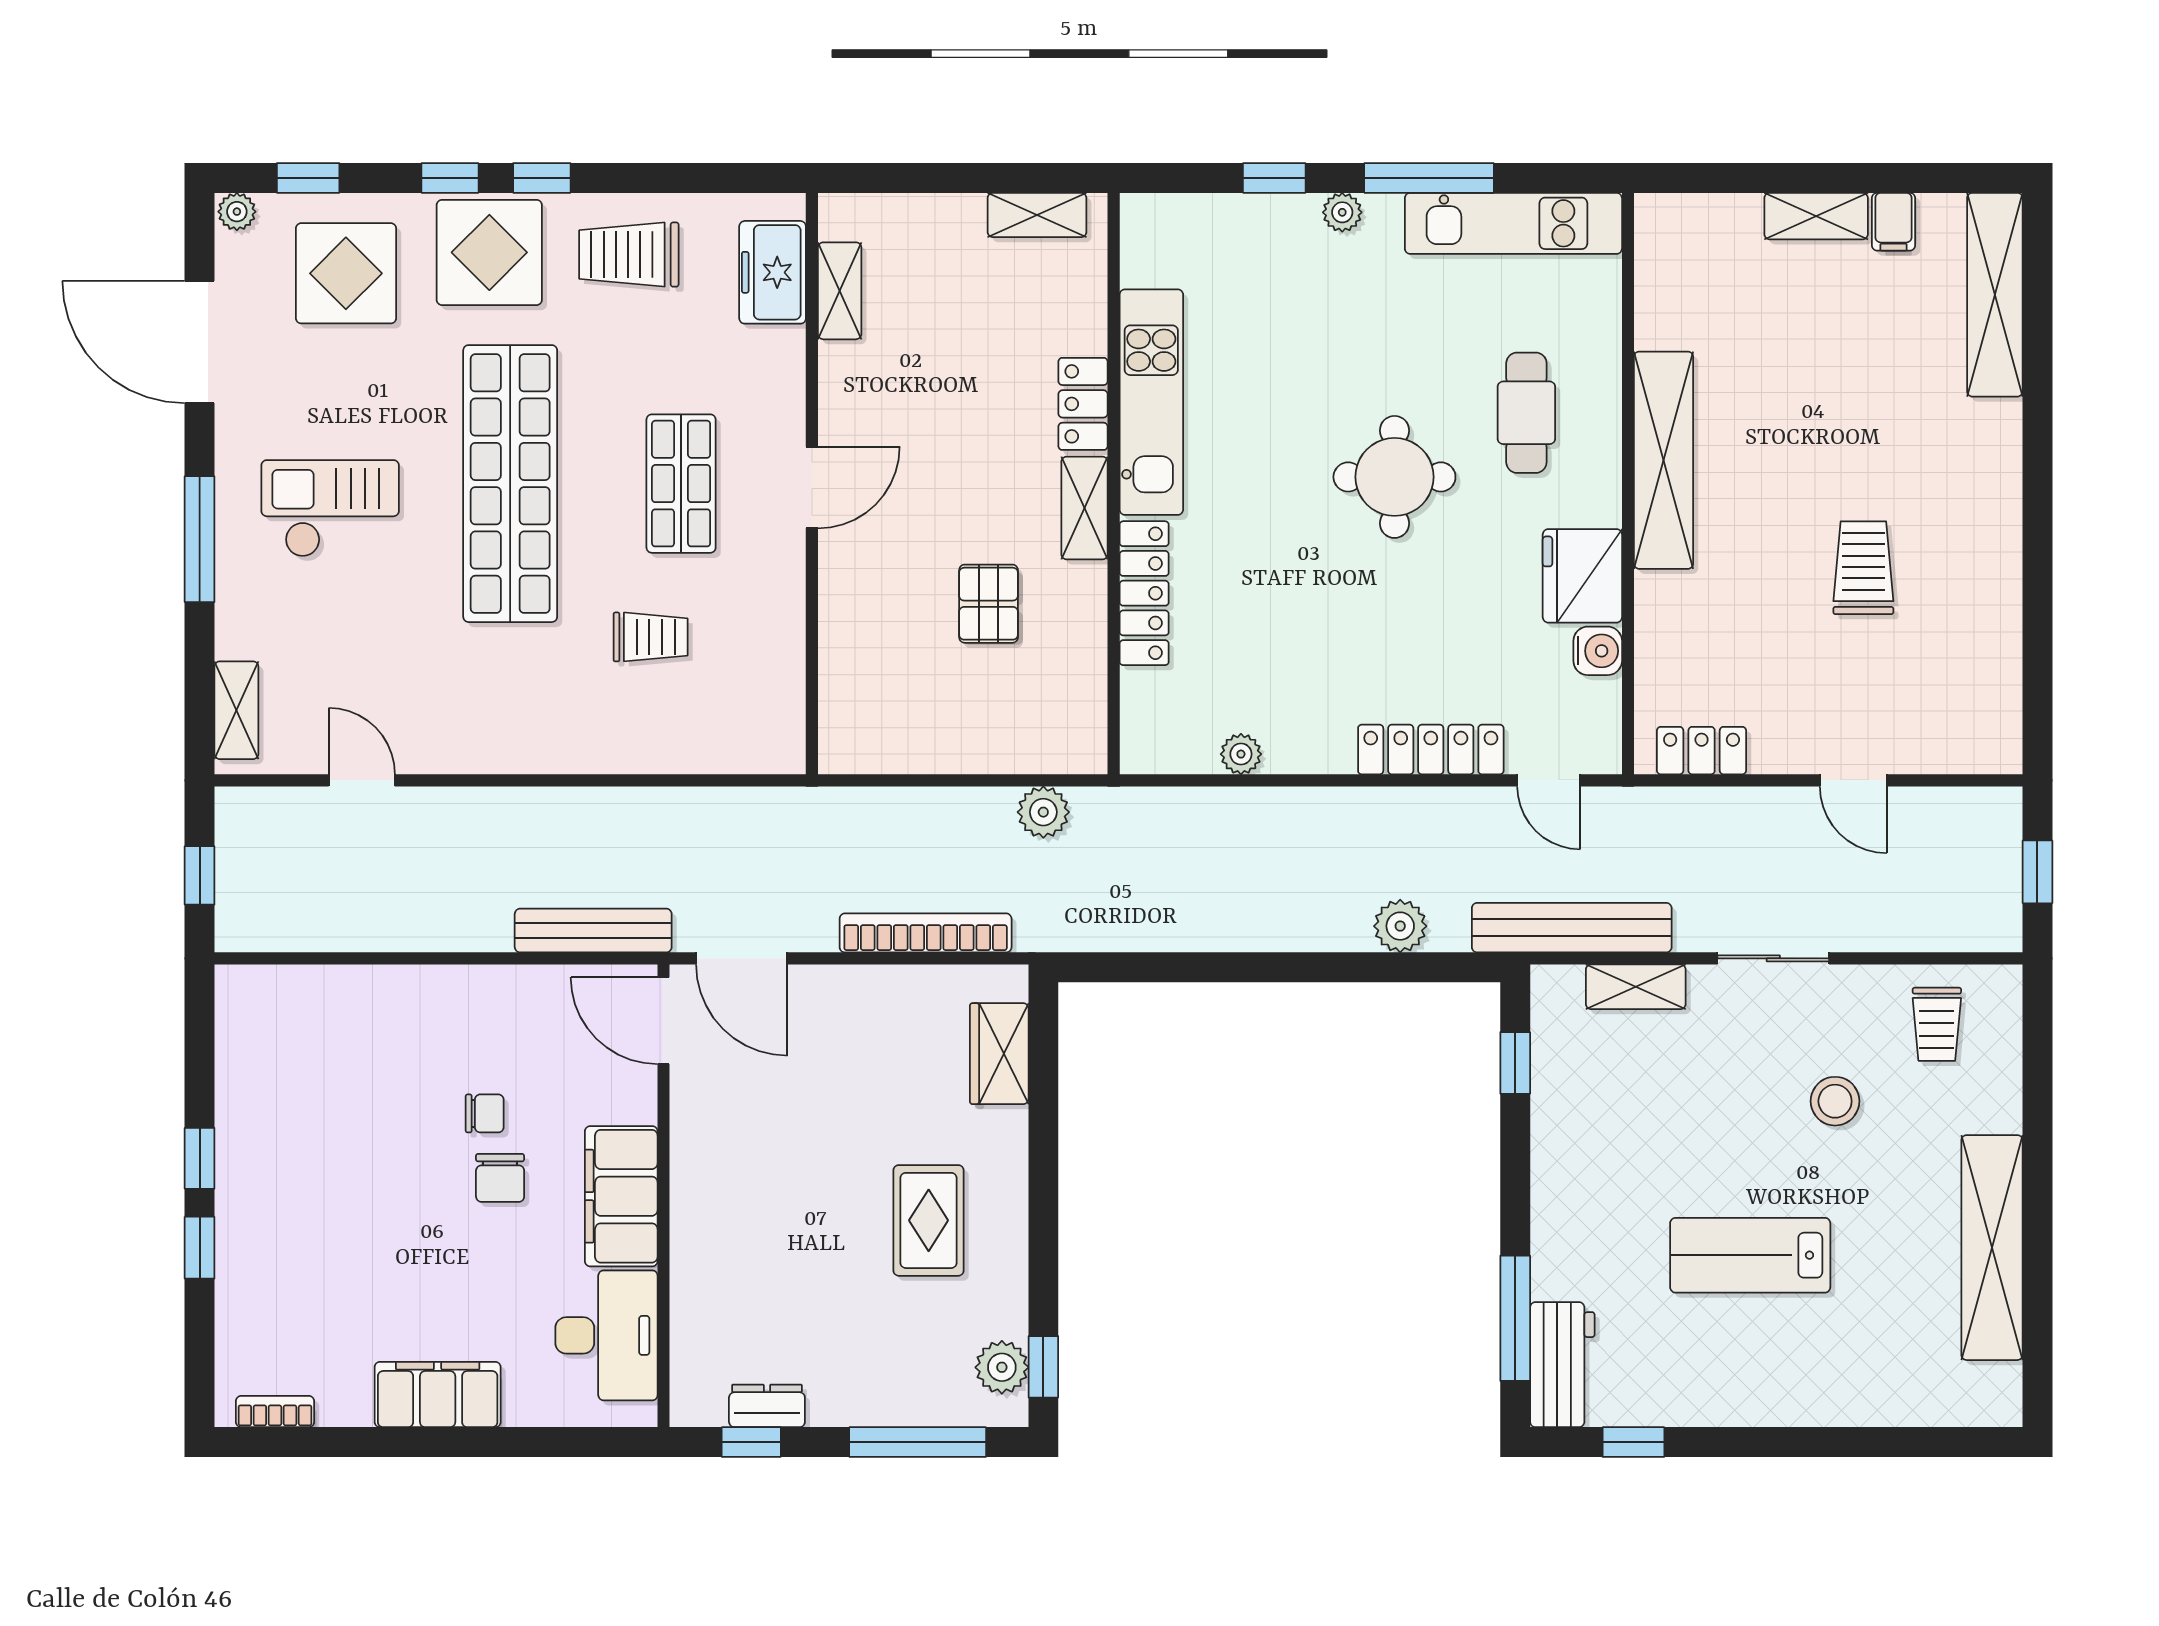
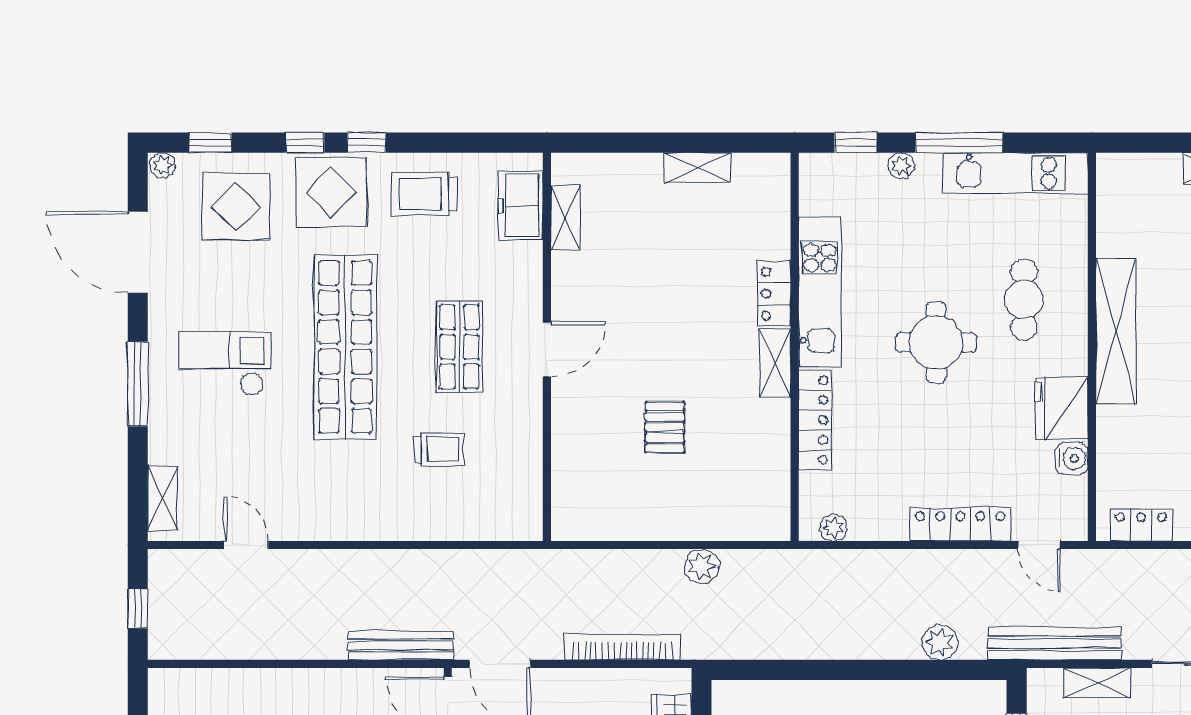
kitchen unit: (1151, 402) -> (820, 292), moved
locker: (1083, 404) -> (774, 294), moved
wall: (1114, 484) -> (795, 347), moved
shelving: (1084, 508) -> (775, 363), moved
locker: (1144, 593) -> (815, 420), moved

